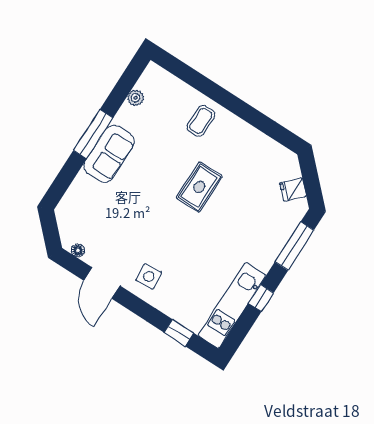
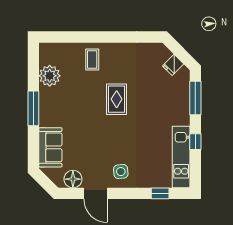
plant: (136, 98) -> (50, 76), width x1.88, depth x1.88
sofa: (109, 154) -> (50, 147), moved
floor lamp: (78, 250) -> (73, 179), width x1.89, depth x1.89

